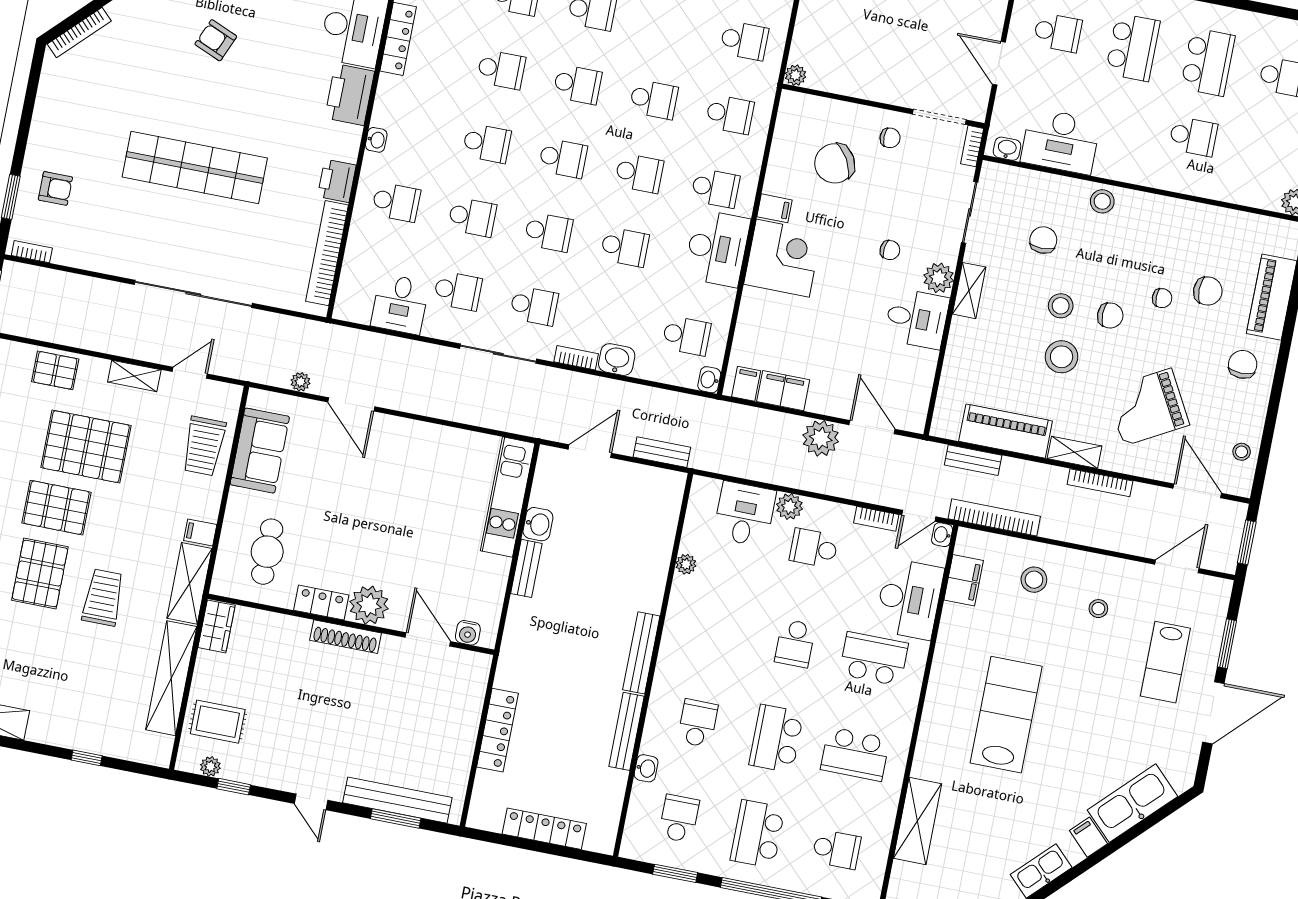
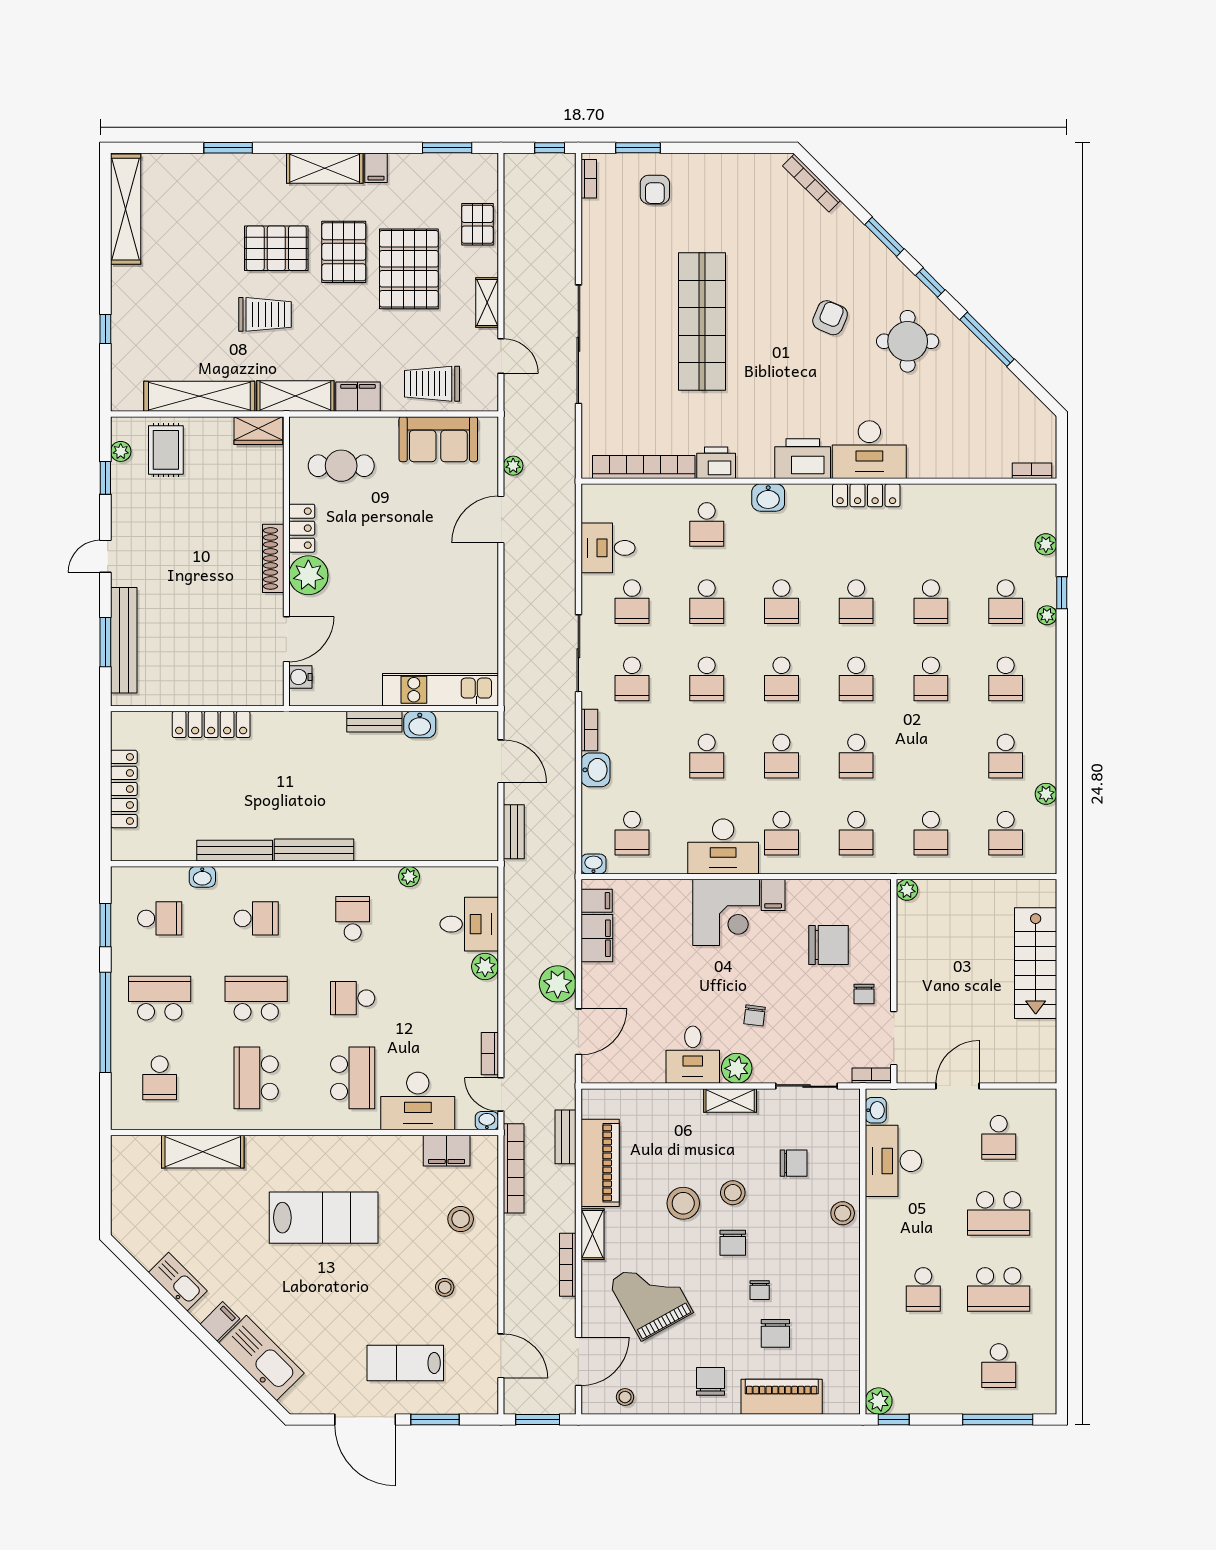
washbasin: (376, 140) -> (768, 498), width x1.38, depth x1.45
chair: (835, 163) -> (828, 945), turned 120
chair: (1243, 364) -> (710, 1381), turned -90
filing cabinet: (200, 533) -> (358, 397), width x2.00
school desk: (814, 548) -> (353, 918), moved

